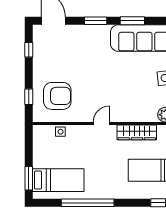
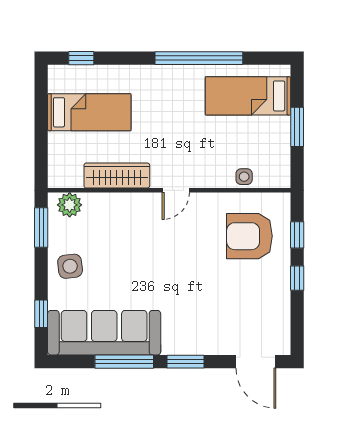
window: (132, 21) -> (124, 362), width x1.44
window: (29, 50) -> (297, 278), moved
window: (29, 178) -> (297, 127), moved

